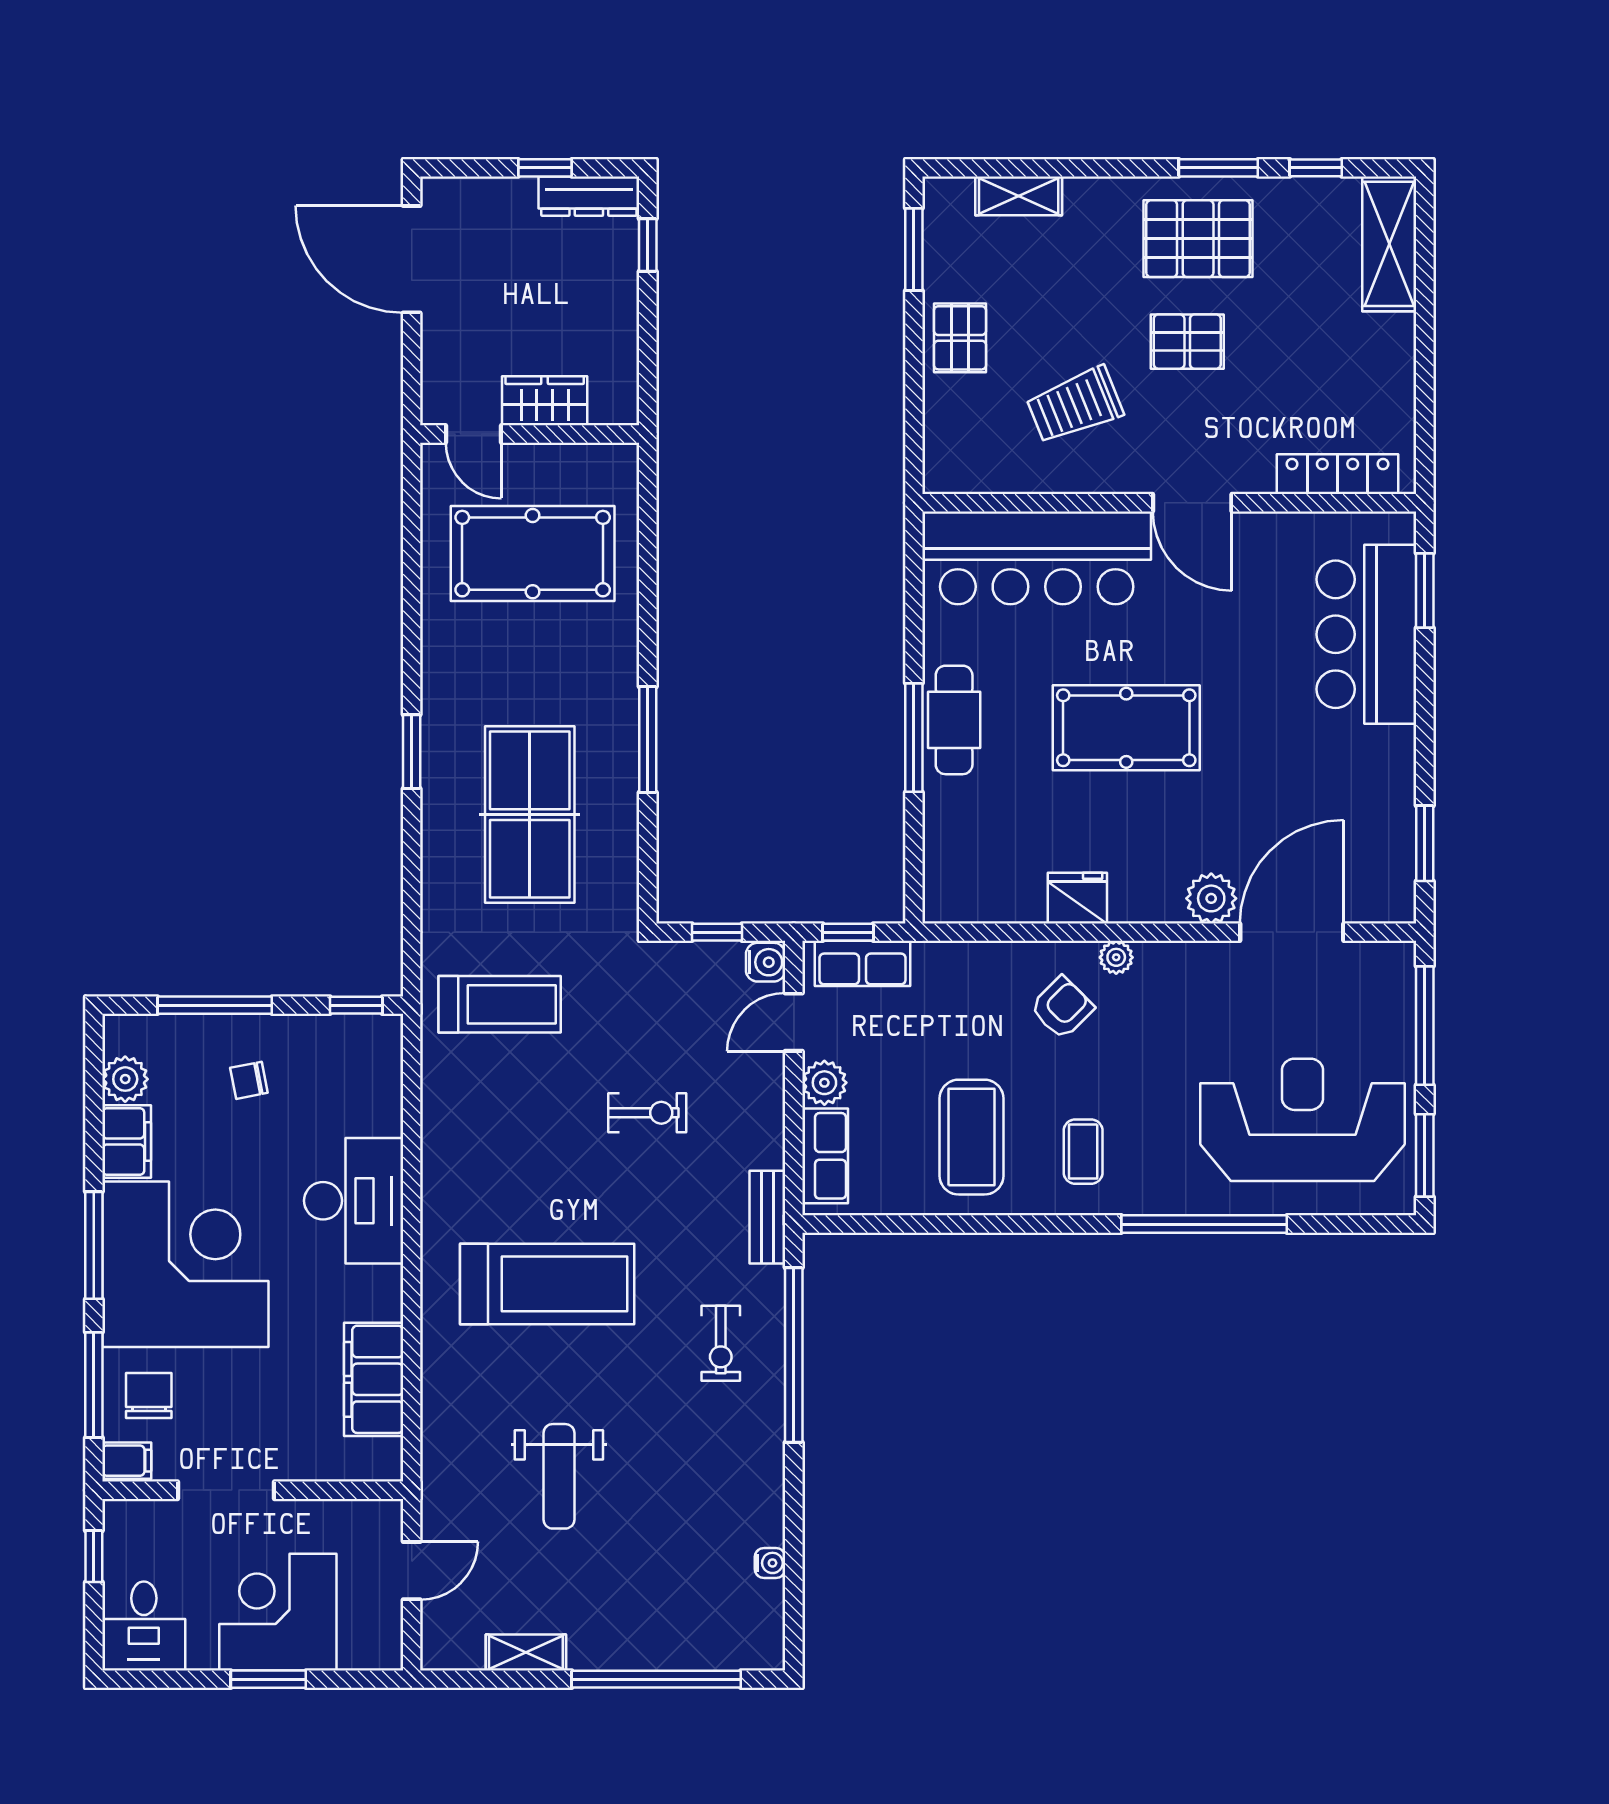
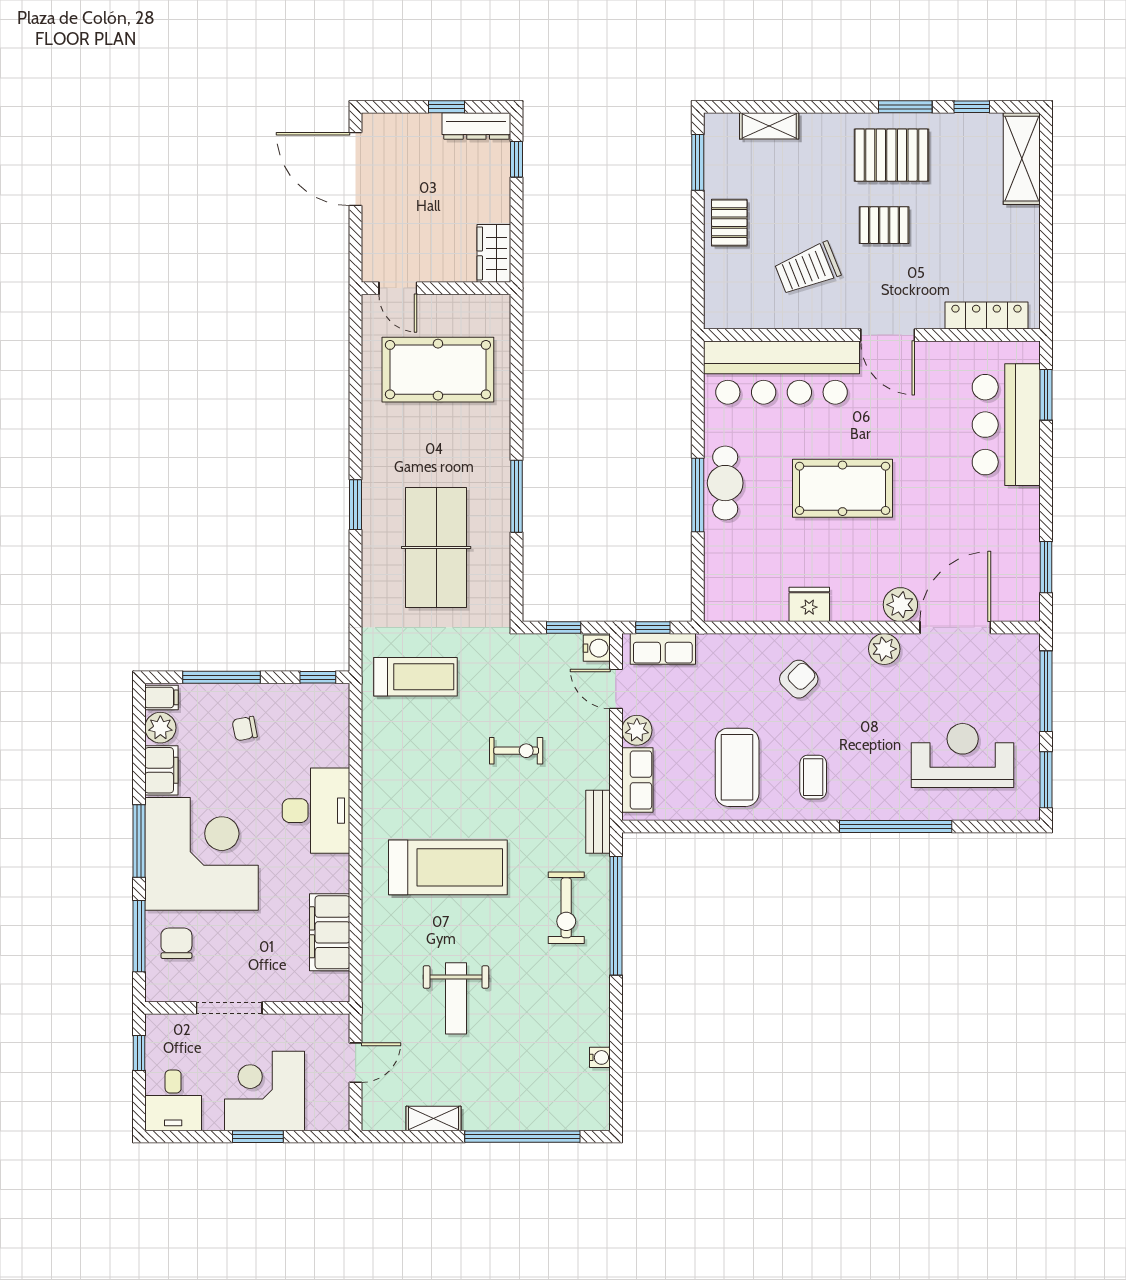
wardrobe: (545, 401) -> (494, 253), moved, turned -90
plant: (1116, 957) -> (884, 649), moved, width x1.38, depth x1.38
door: (794, 1022) -> (616, 689), hinge flipped
reception desk: (1302, 1120) -> (963, 756), width x0.74, depth x0.77
exercise bike: (721, 1343) -> (566, 908), width x1.38, depth x1.39
filing cabinet: (127, 1461) -> (161, 697), moved

